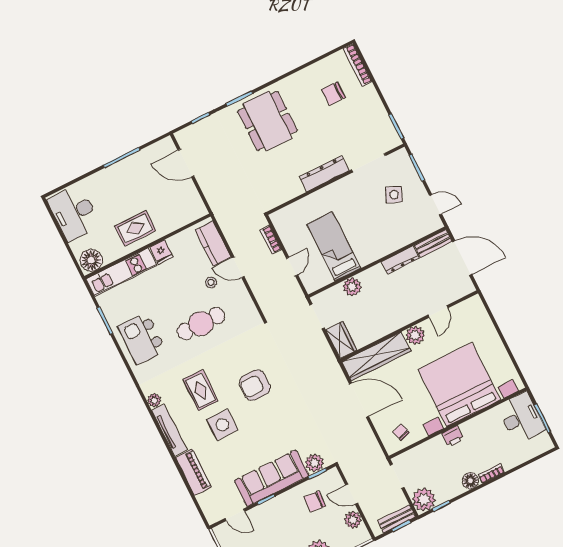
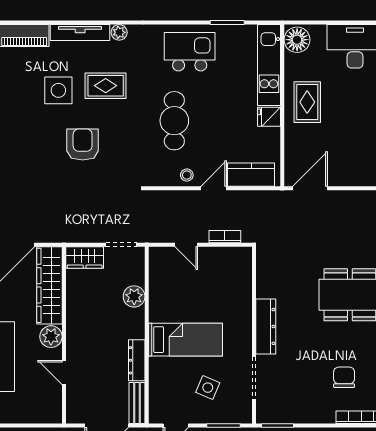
door: (186, 163) -> (310, 188), moved
bed: (334, 246) -> (186, 340), moved
stool: (211, 282) -> (187, 175), moved

